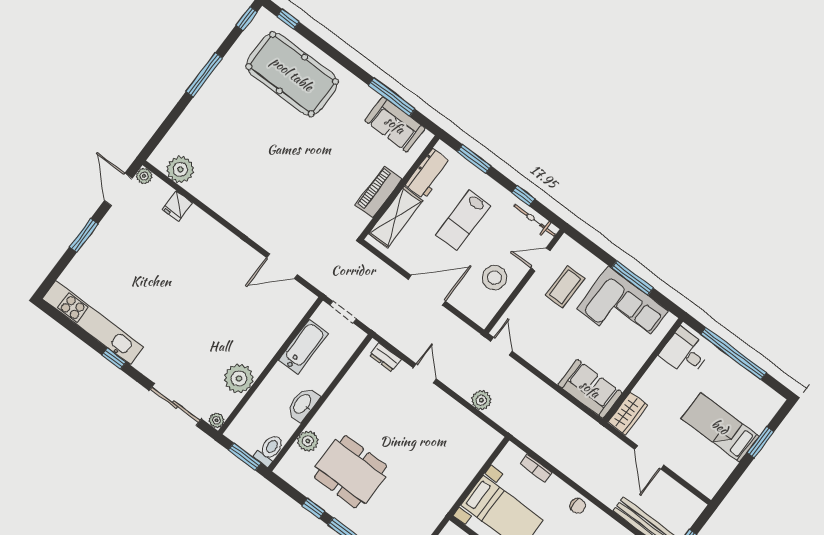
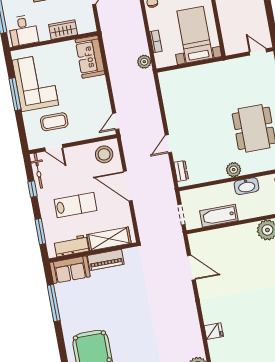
sofa: (395, 125) -> (70, 270), moved, turned 90
fridge: (177, 206) -> (214, 331), moved
stool: (494, 278) -> (104, 154), moved
plant: (481, 400) -> (144, 62), moved
wardrobe: (628, 413) -> (63, 30), moved
plant: (308, 441) -> (234, 170), moved

